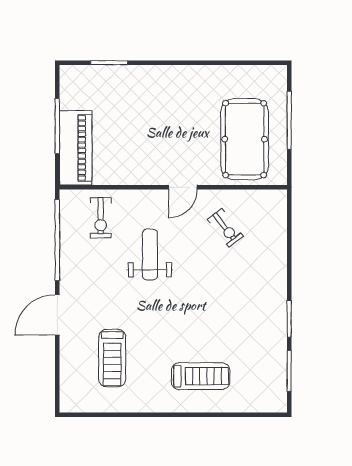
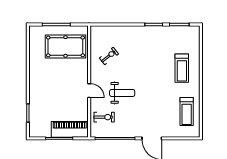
door: (183, 187) -> (89, 91), moved
weight bench: (150, 255) -> (122, 93), turned 180
treadmill: (112, 358) -> (187, 111), moved, turned 90
treadmill: (201, 376) -> (182, 68), turned 180

